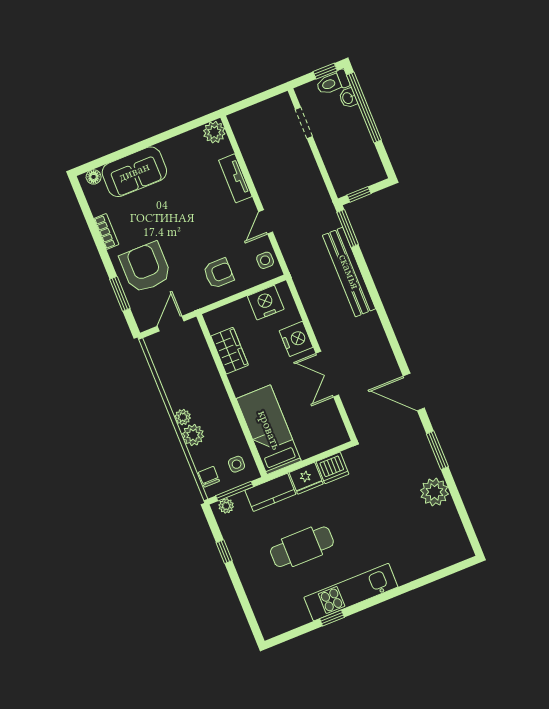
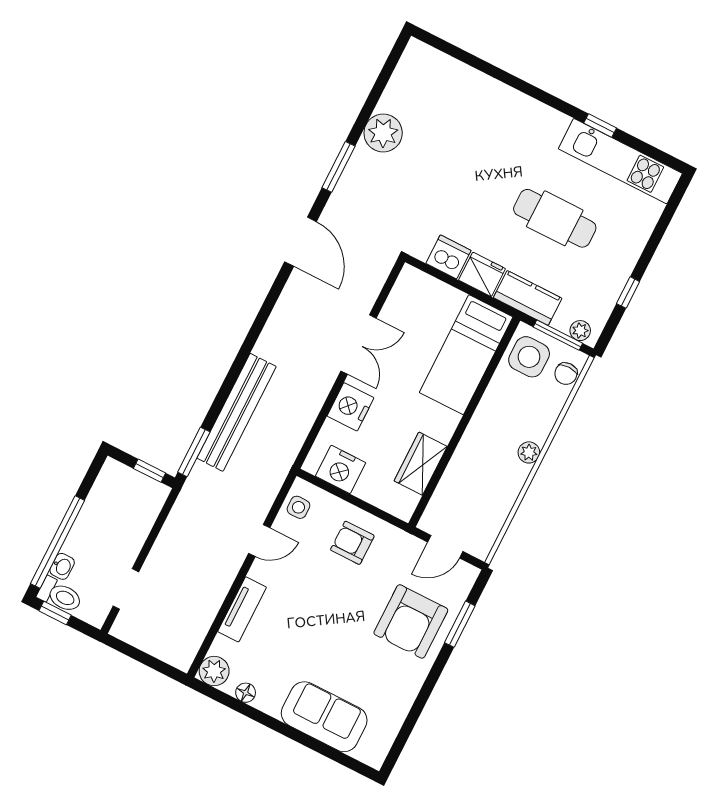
floor lamp: (94, 177) -> (246, 693), moved
bookcase: (106, 231) -> (409, 693), removed
plant: (193, 435) -> (538, 426), removed
side table: (237, 464) -> (529, 357), width x1.87, depth x1.87
kitchen unit: (351, 592) -> (620, 161), moved

